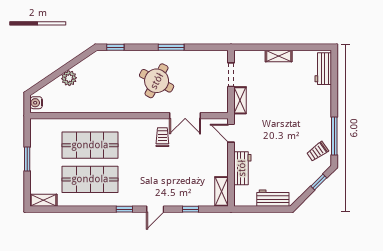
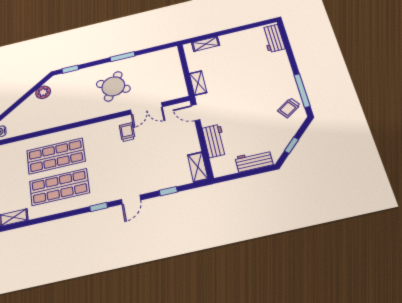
shelving: (279, 56) -> (206, 44), moved
doorway: (231, 75) -> (184, 64), removed
plant: (69, 78) -> (43, 92), moved
window: (319, 182) -> (292, 145), moved

